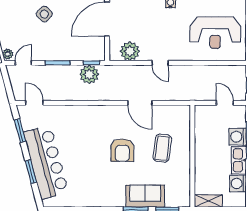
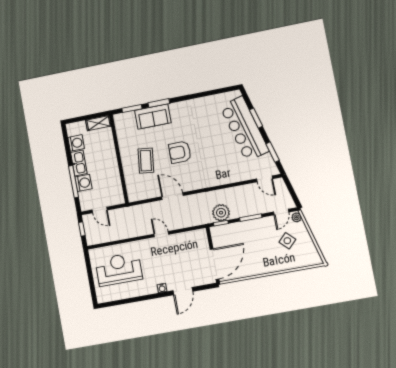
side table: (44, 14) -> (287, 241), moved
plant: (130, 51) -> (189, 240), removed
armchair: (122, 150) -> (180, 152), turned -90

